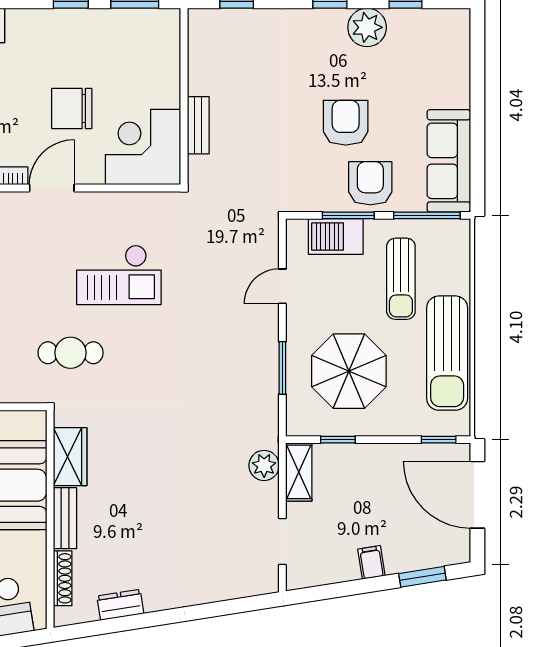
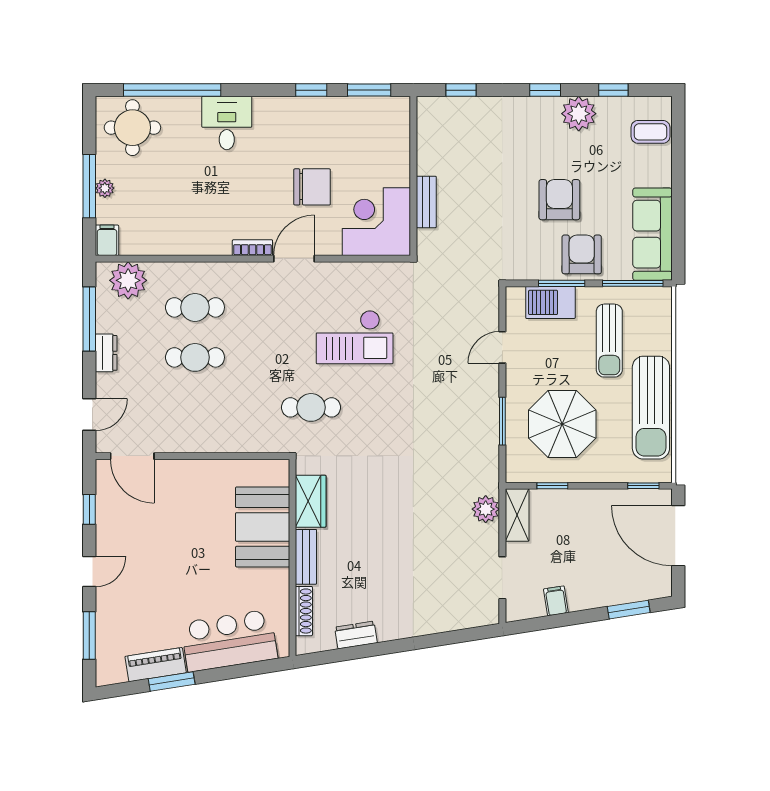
coffee table: (447, 48) -> (650, 132), added
chair: (72, 109) -> (312, 187), turned 180
filing cabinet: (371, 562) -> (556, 601), moved

